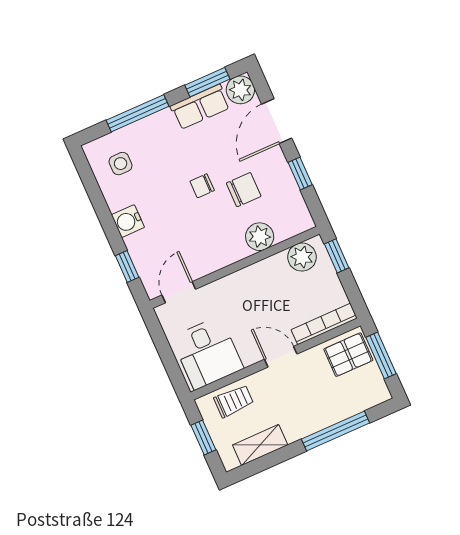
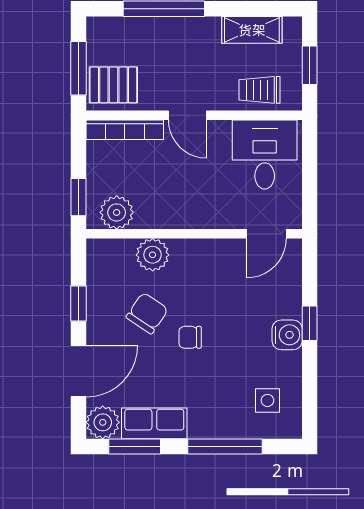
chair: (202, 186) -> (190, 337), turned 180
chair: (244, 190) -> (147, 313), turned 124
window: (127, 266) -> (310, 323), moved

